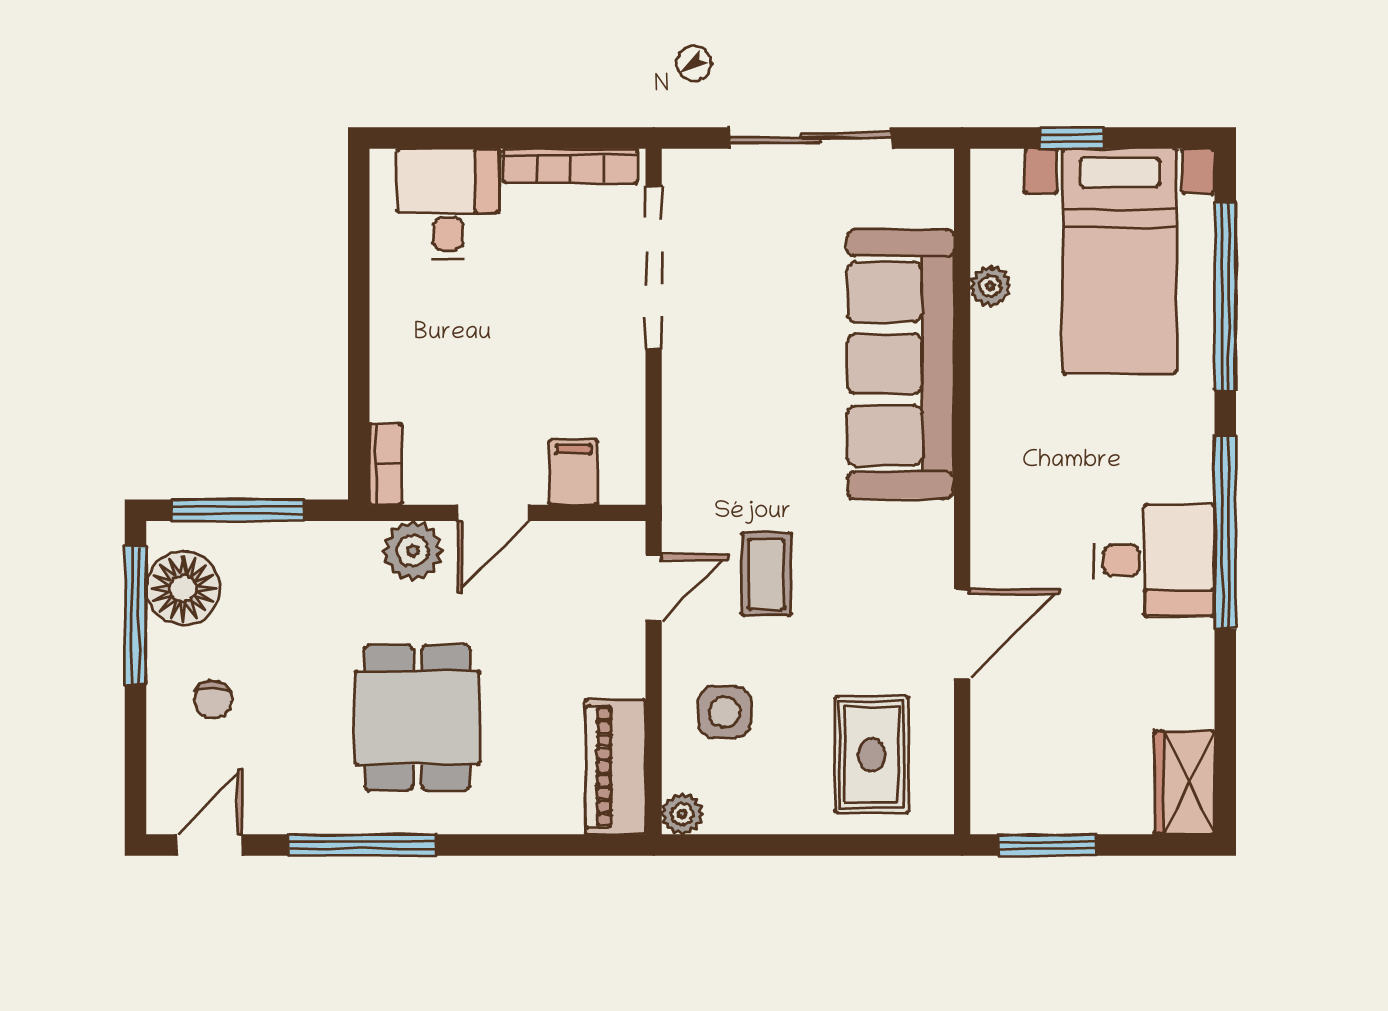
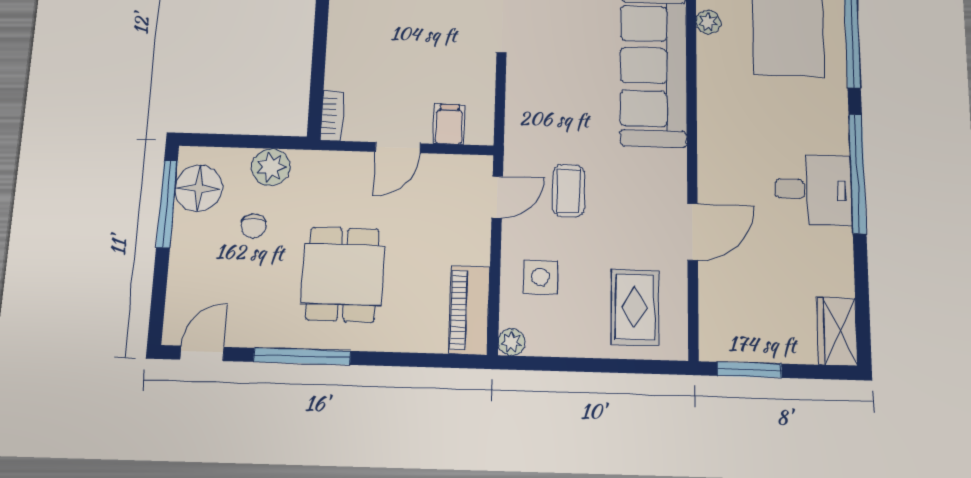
window: (238, 510) -> (237, 141), removed
plant: (413, 551) -> (271, 167), moved
chair: (213, 700) -> (253, 226), moved

